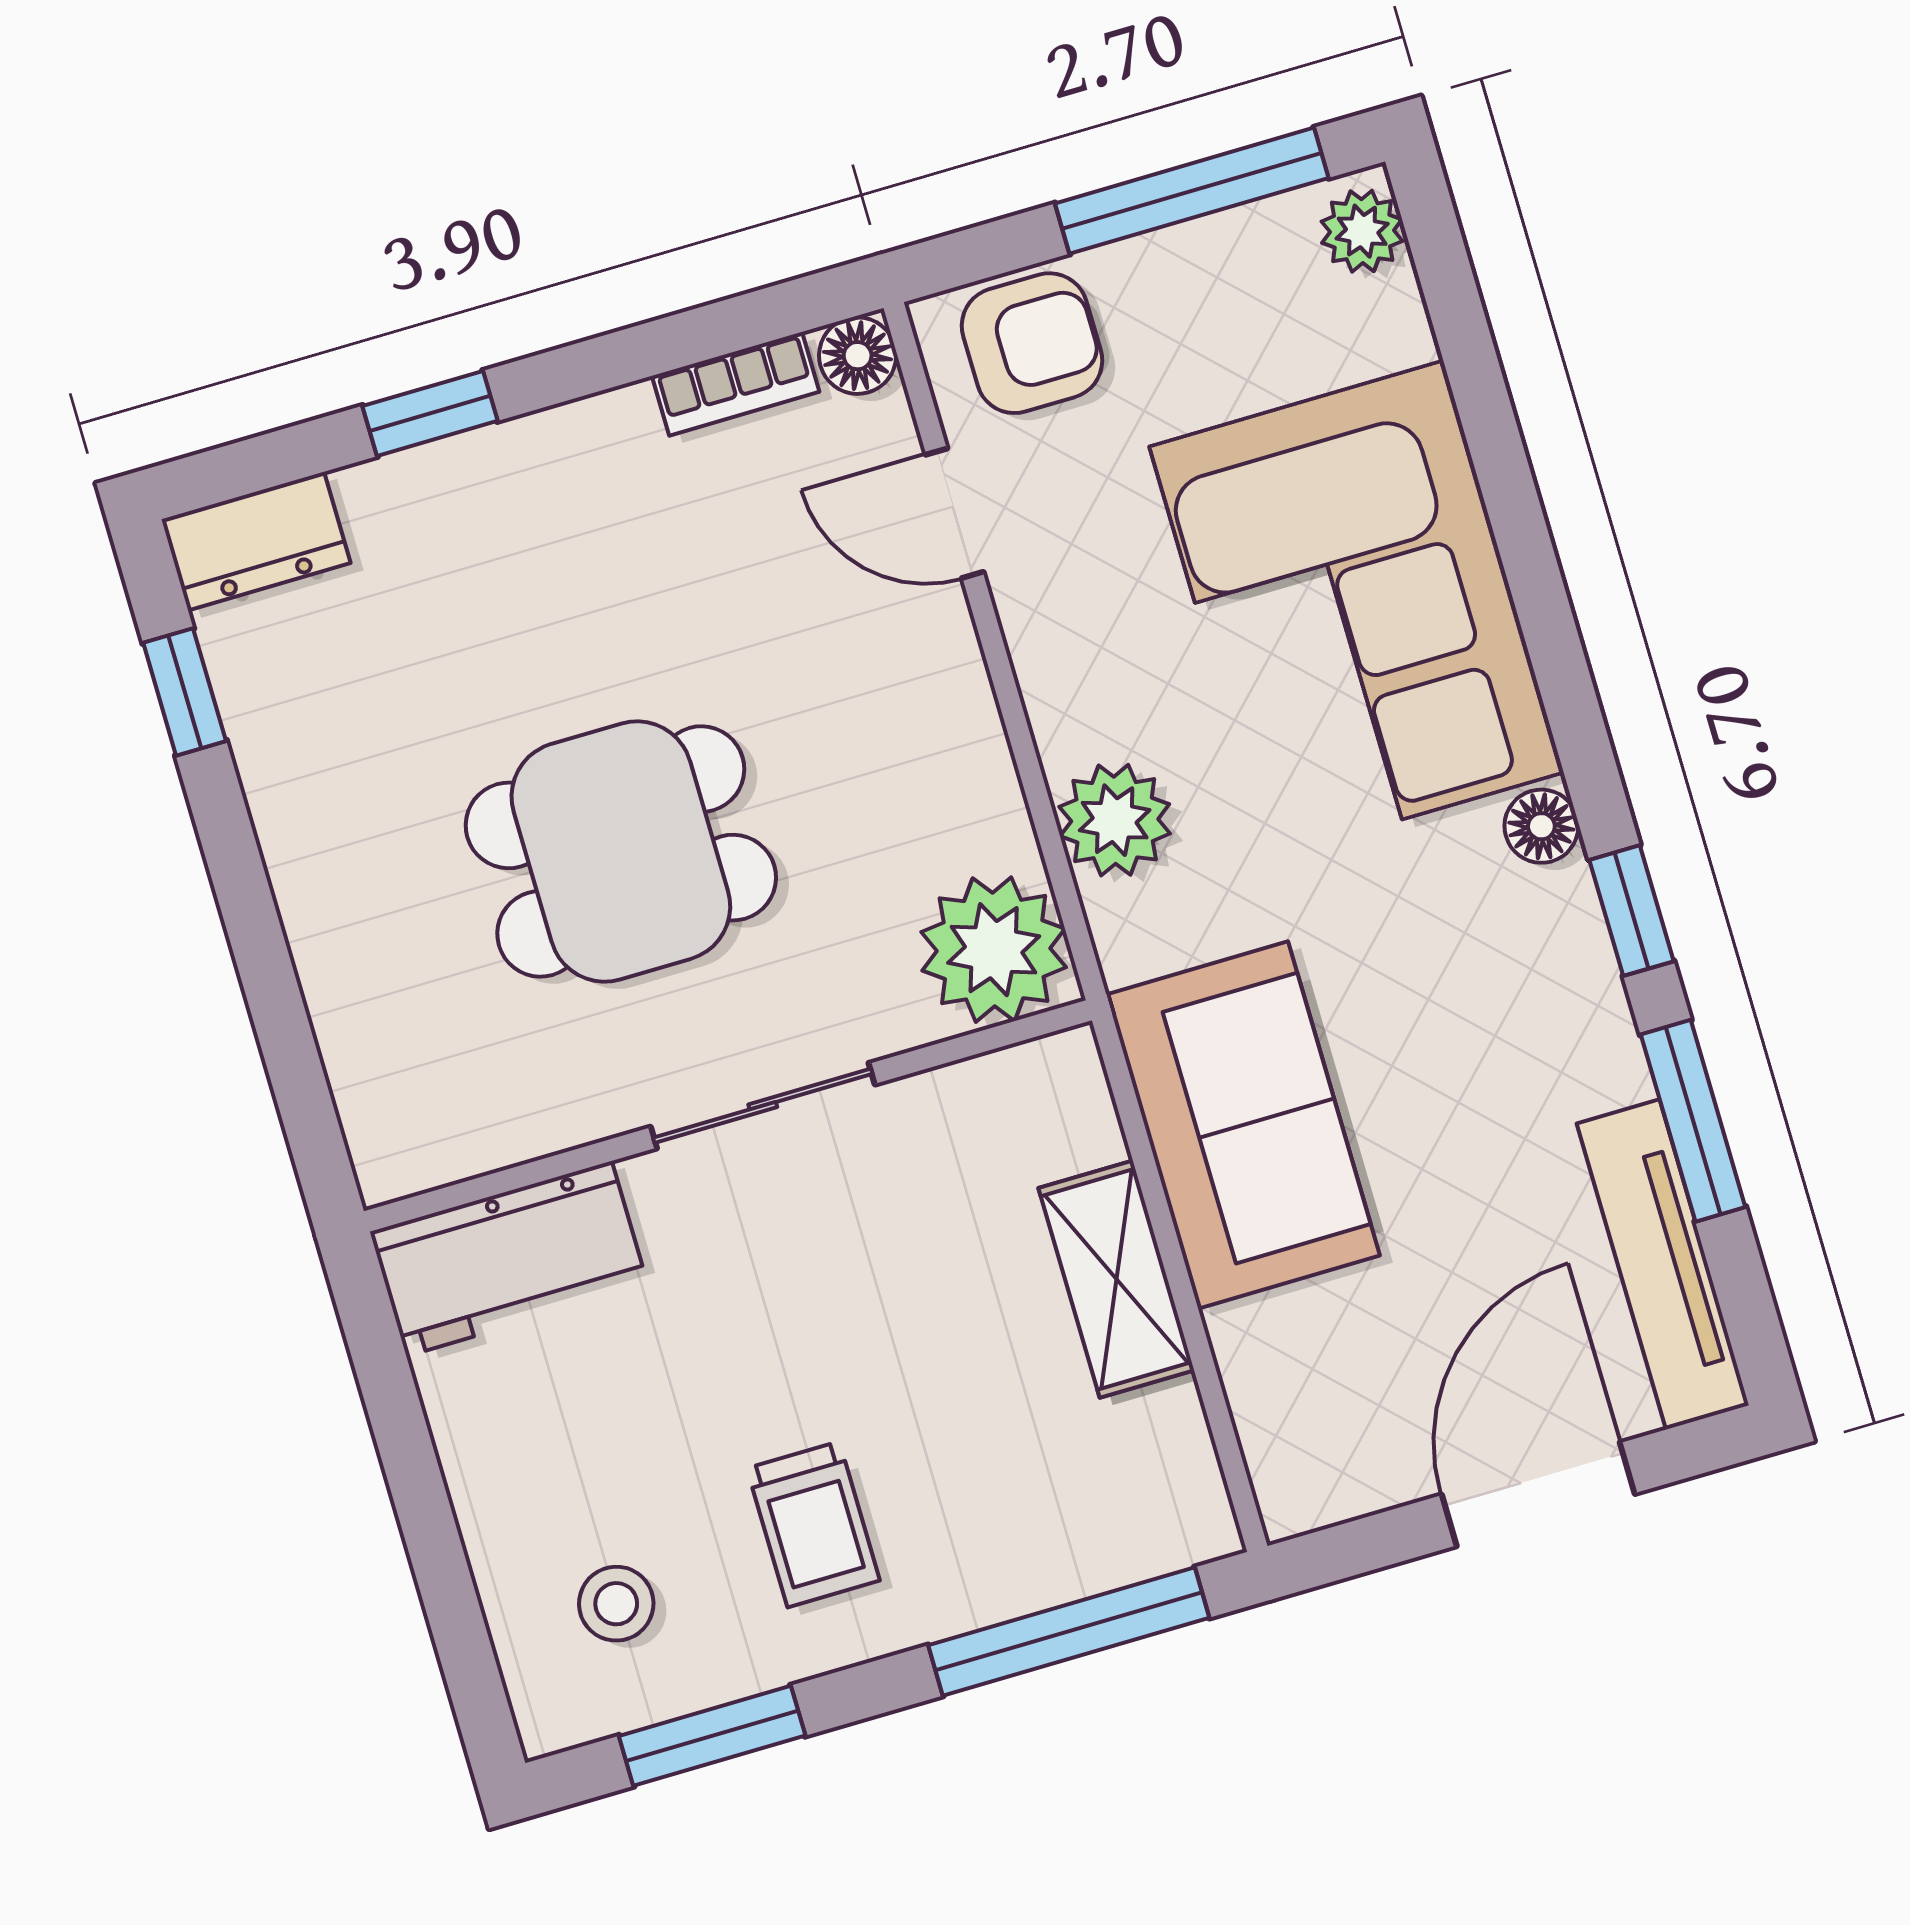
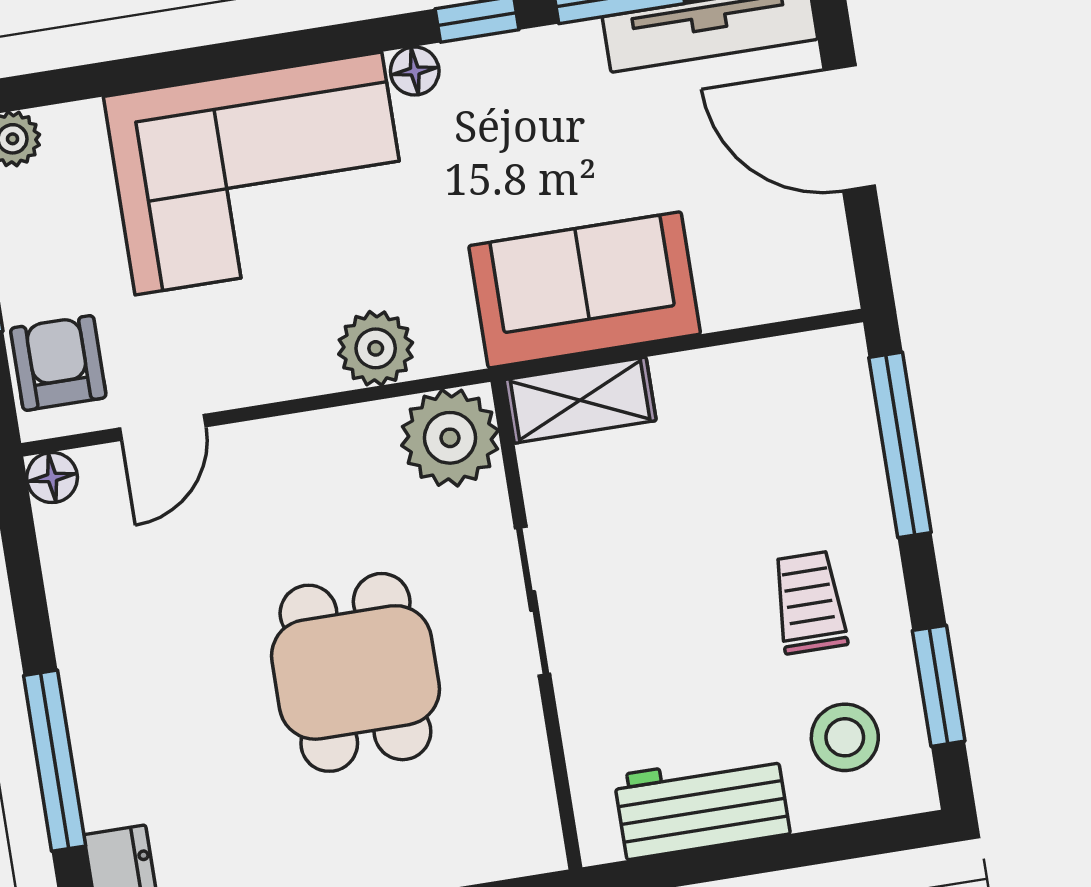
bookcase: (736, 384) -> (60, 559), removed
window: (430, 413) -> (55, 761), width x2.17
workbench: (509, 1259) -> (702, 805), moved, turned -90
shelving: (1116, 1279) -> (580, 400), moved
trolley: (813, 1524) -> (809, 602), turned -90
stool: (616, 1604) -> (845, 737), width x1.37, depth x1.37

